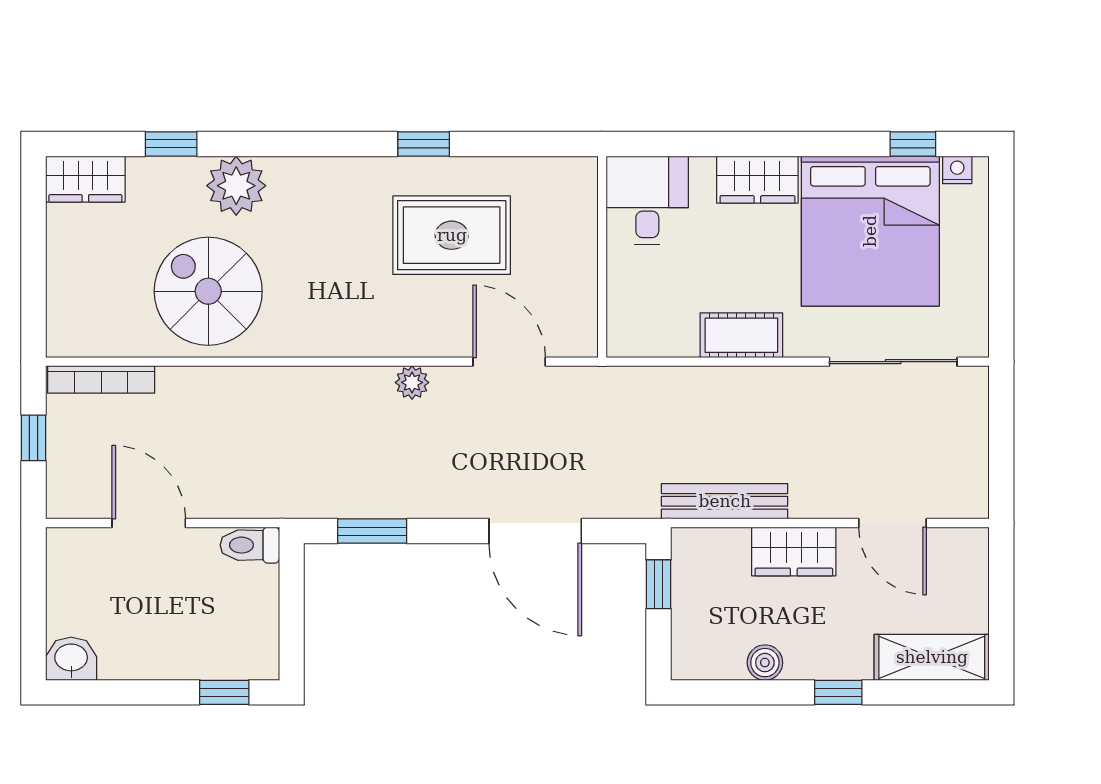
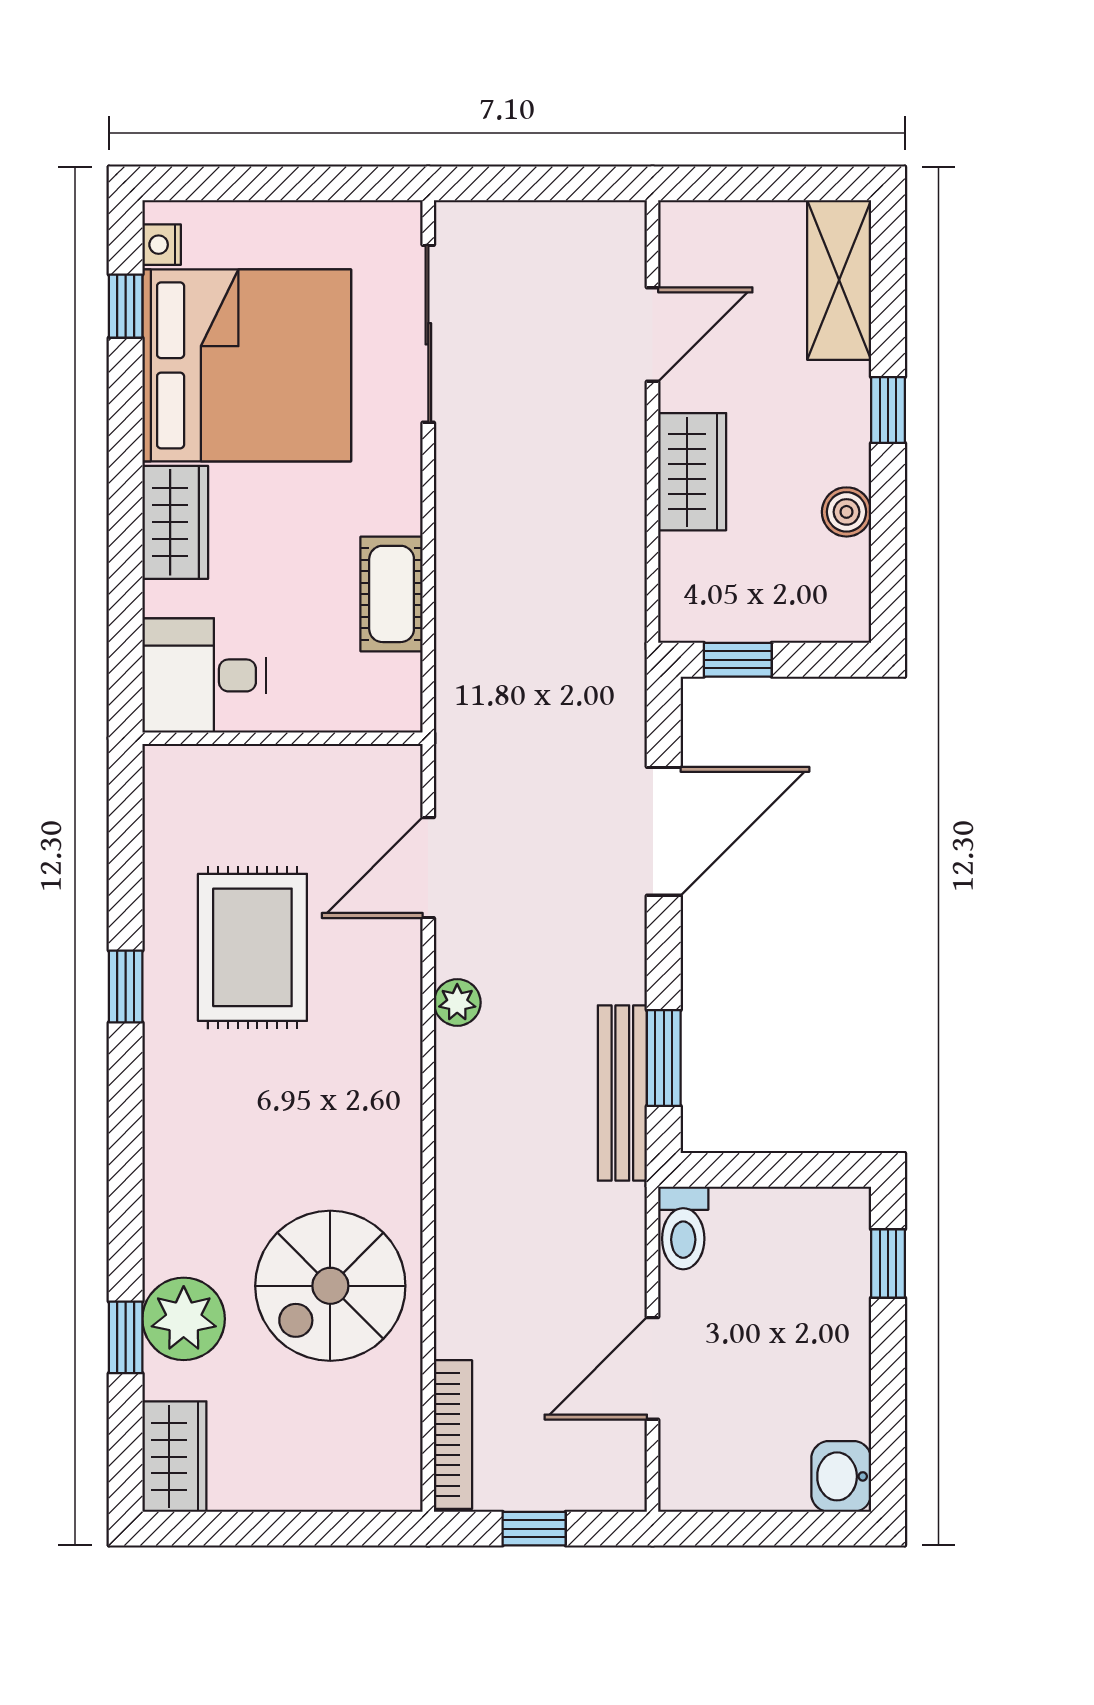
plant: (236, 186) -> (184, 1319), moved
cot: (741, 335) -> (392, 594), moved
bench: (725, 501) -> (622, 1093), moved

